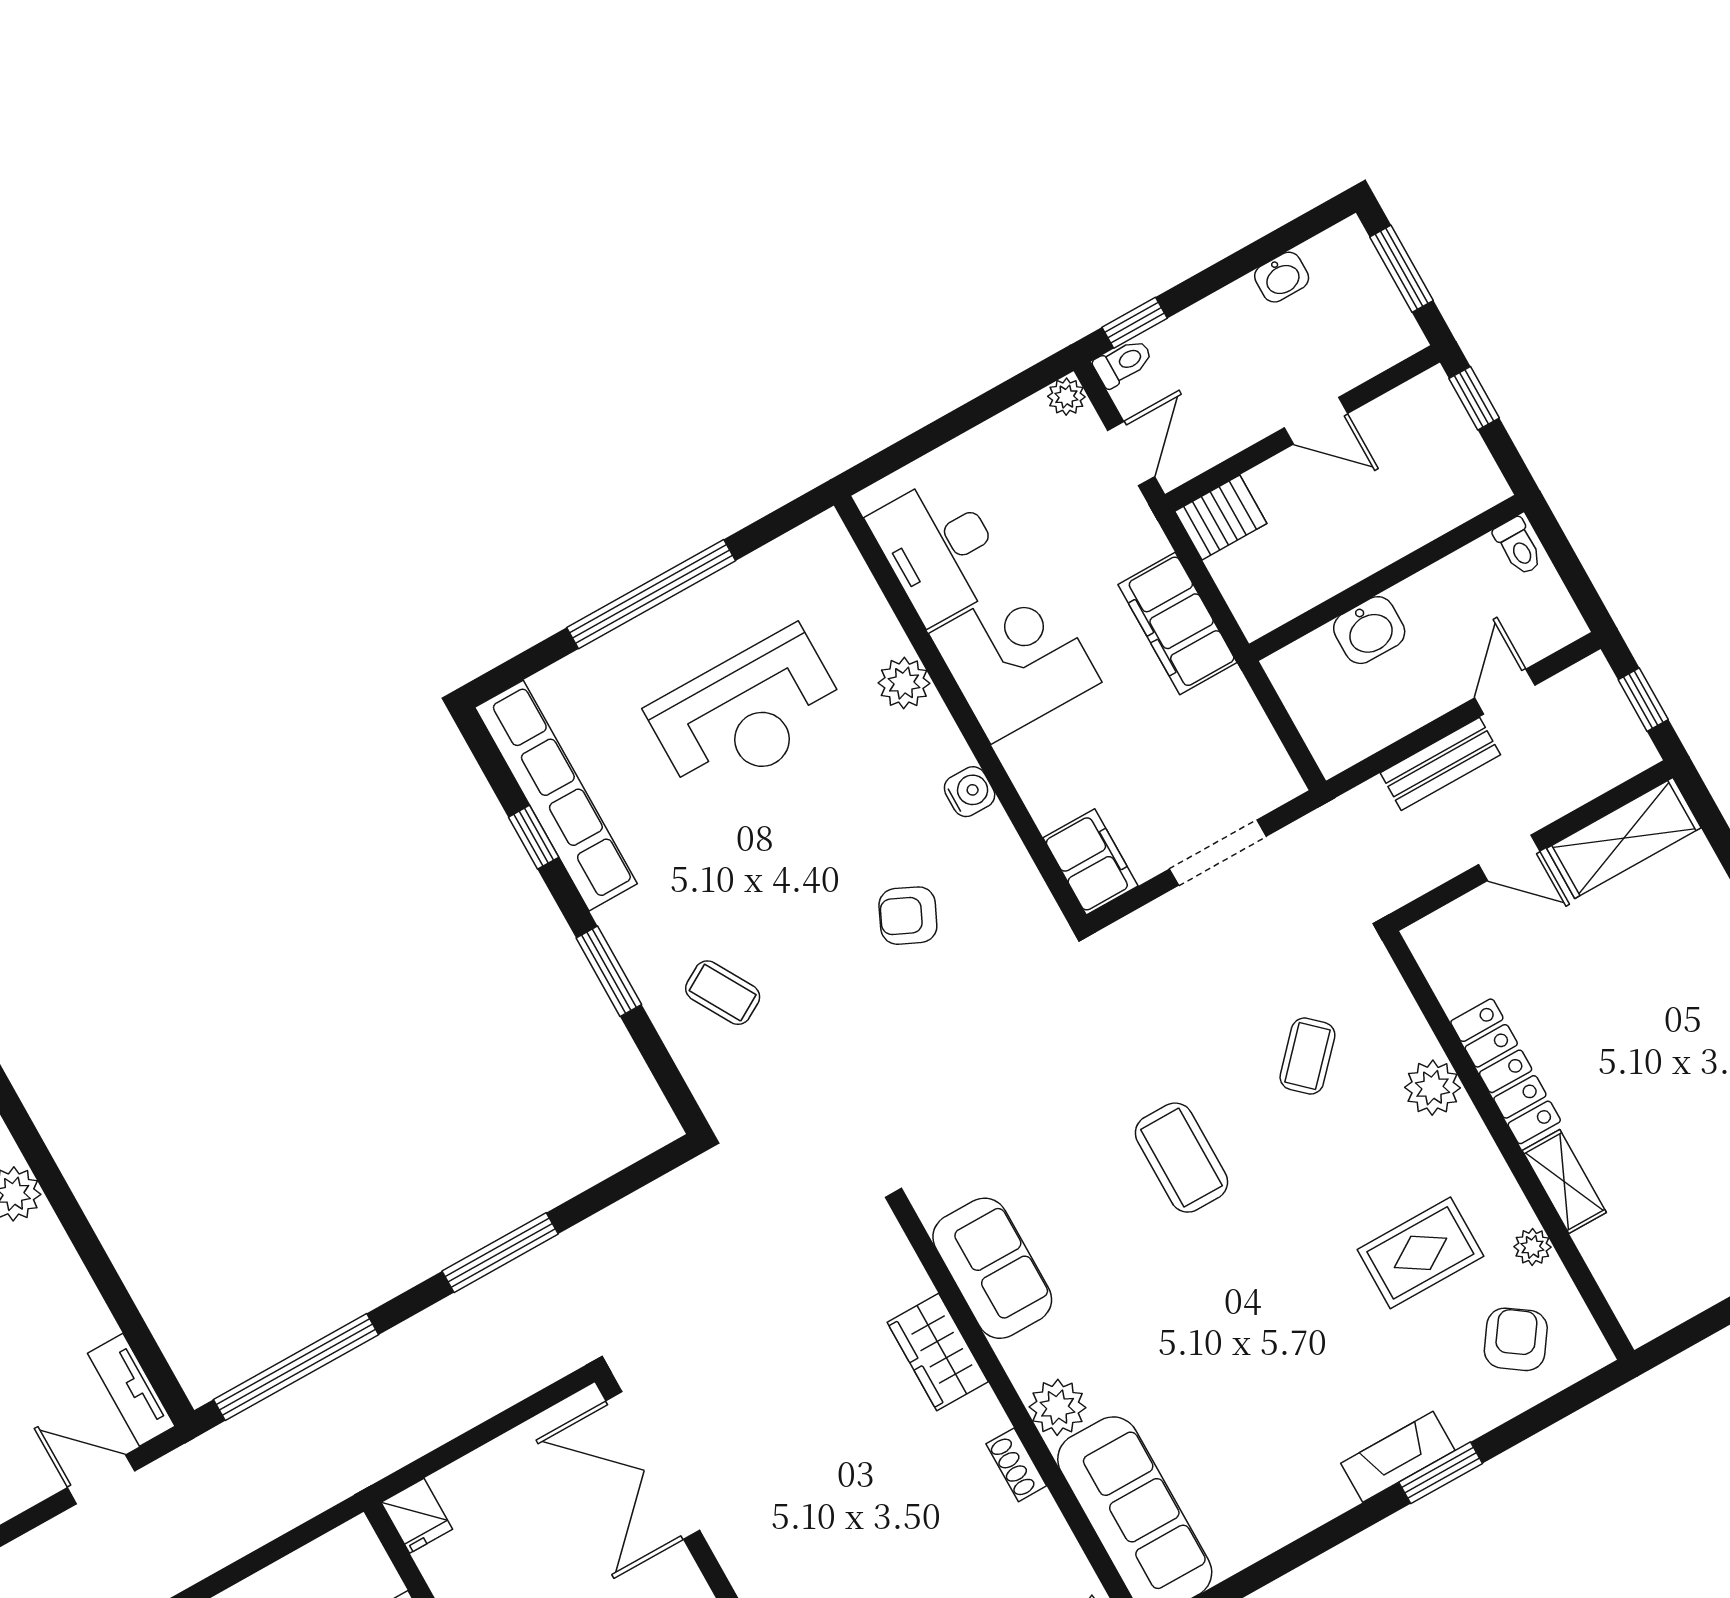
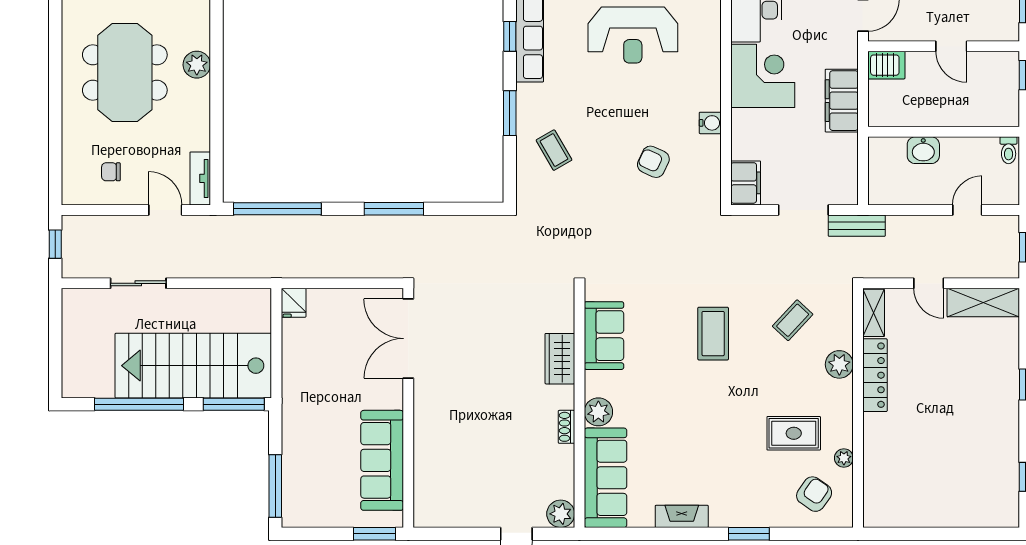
plant: (904, 683) -> (708, 60), removed
bench: (1440, 764) -> (857, 226), moved
shelving: (1564, 1182) -> (874, 313), moved
fireplace: (1398, 1457) -> (682, 516), moved

